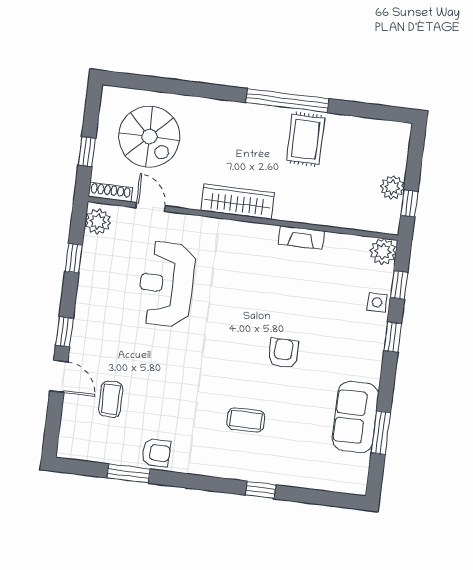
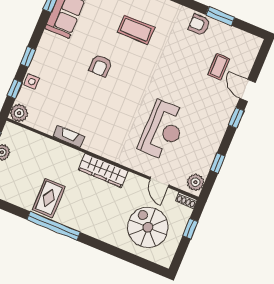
shoe rack: (110, 192) -> (186, 200), width x0.70
coffee table: (246, 420) -> (136, 30), width x1.36, depth x1.30

